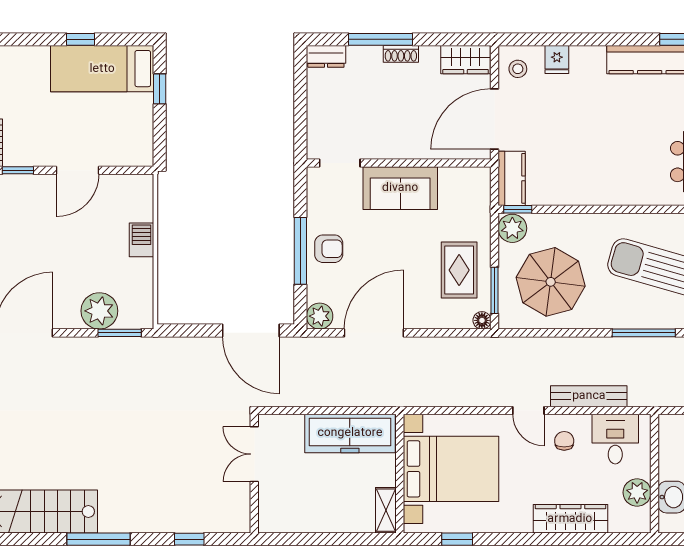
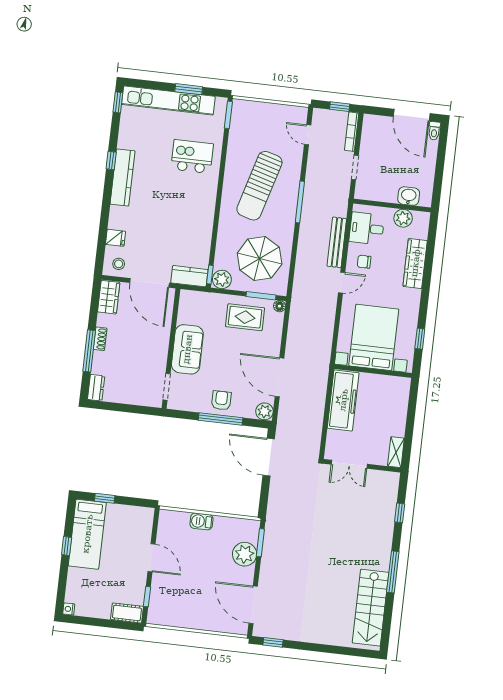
door: (251, 330) -> (269, 457), swing flipped
shelving: (386, 510) -> (396, 452), moved, turned 90

